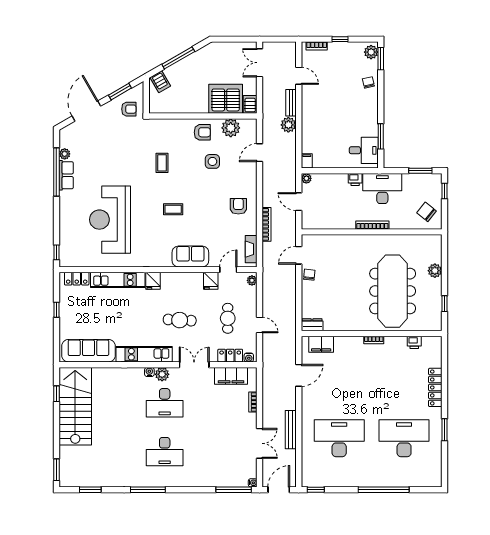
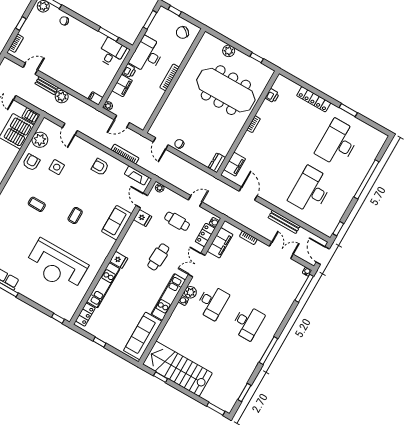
filing cabinet: (336, 181) -> (122, 86), added

